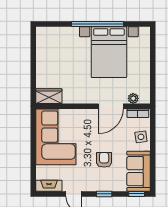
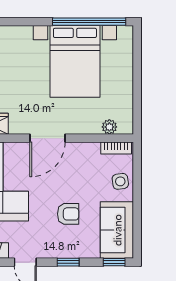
window: (98, 24) -> (89, 22), moved
door: (111, 106) -> (48, 138), moved
armchair: (104, 160) -> (68, 214), turned 90

